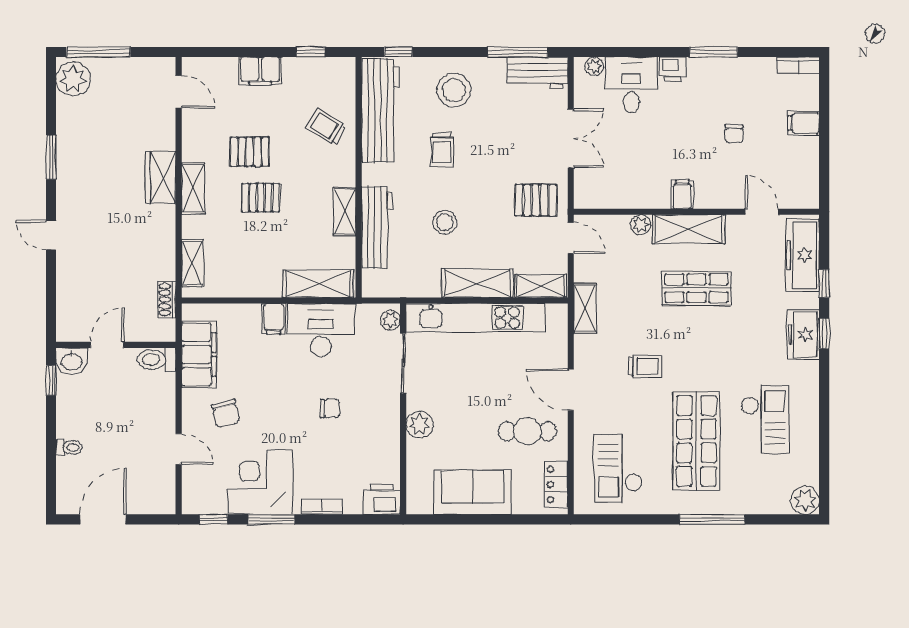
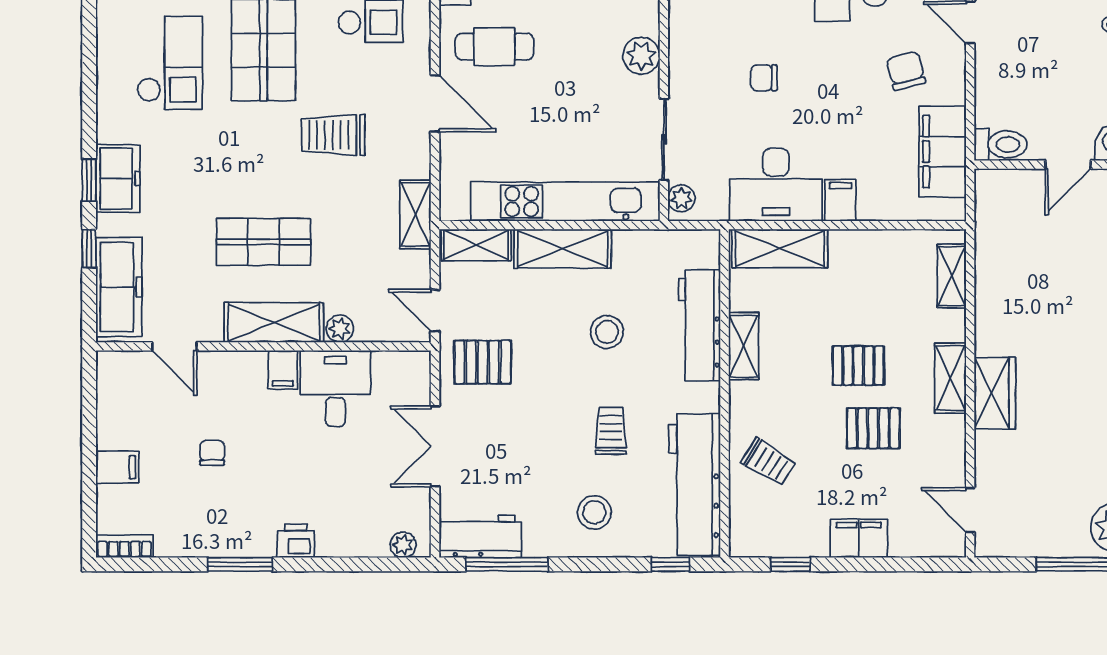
desk: (631, 85) -> (335, 388), moved, turned 180
stool: (454, 90) -> (594, 512), width x0.73, depth x0.73
shoe rack: (167, 300) -> (986, 226), removed
trolley: (645, 367) -> (333, 135), width x1.36, depth x1.39
checkout: (765, 419) -> (170, 63), turned 180

